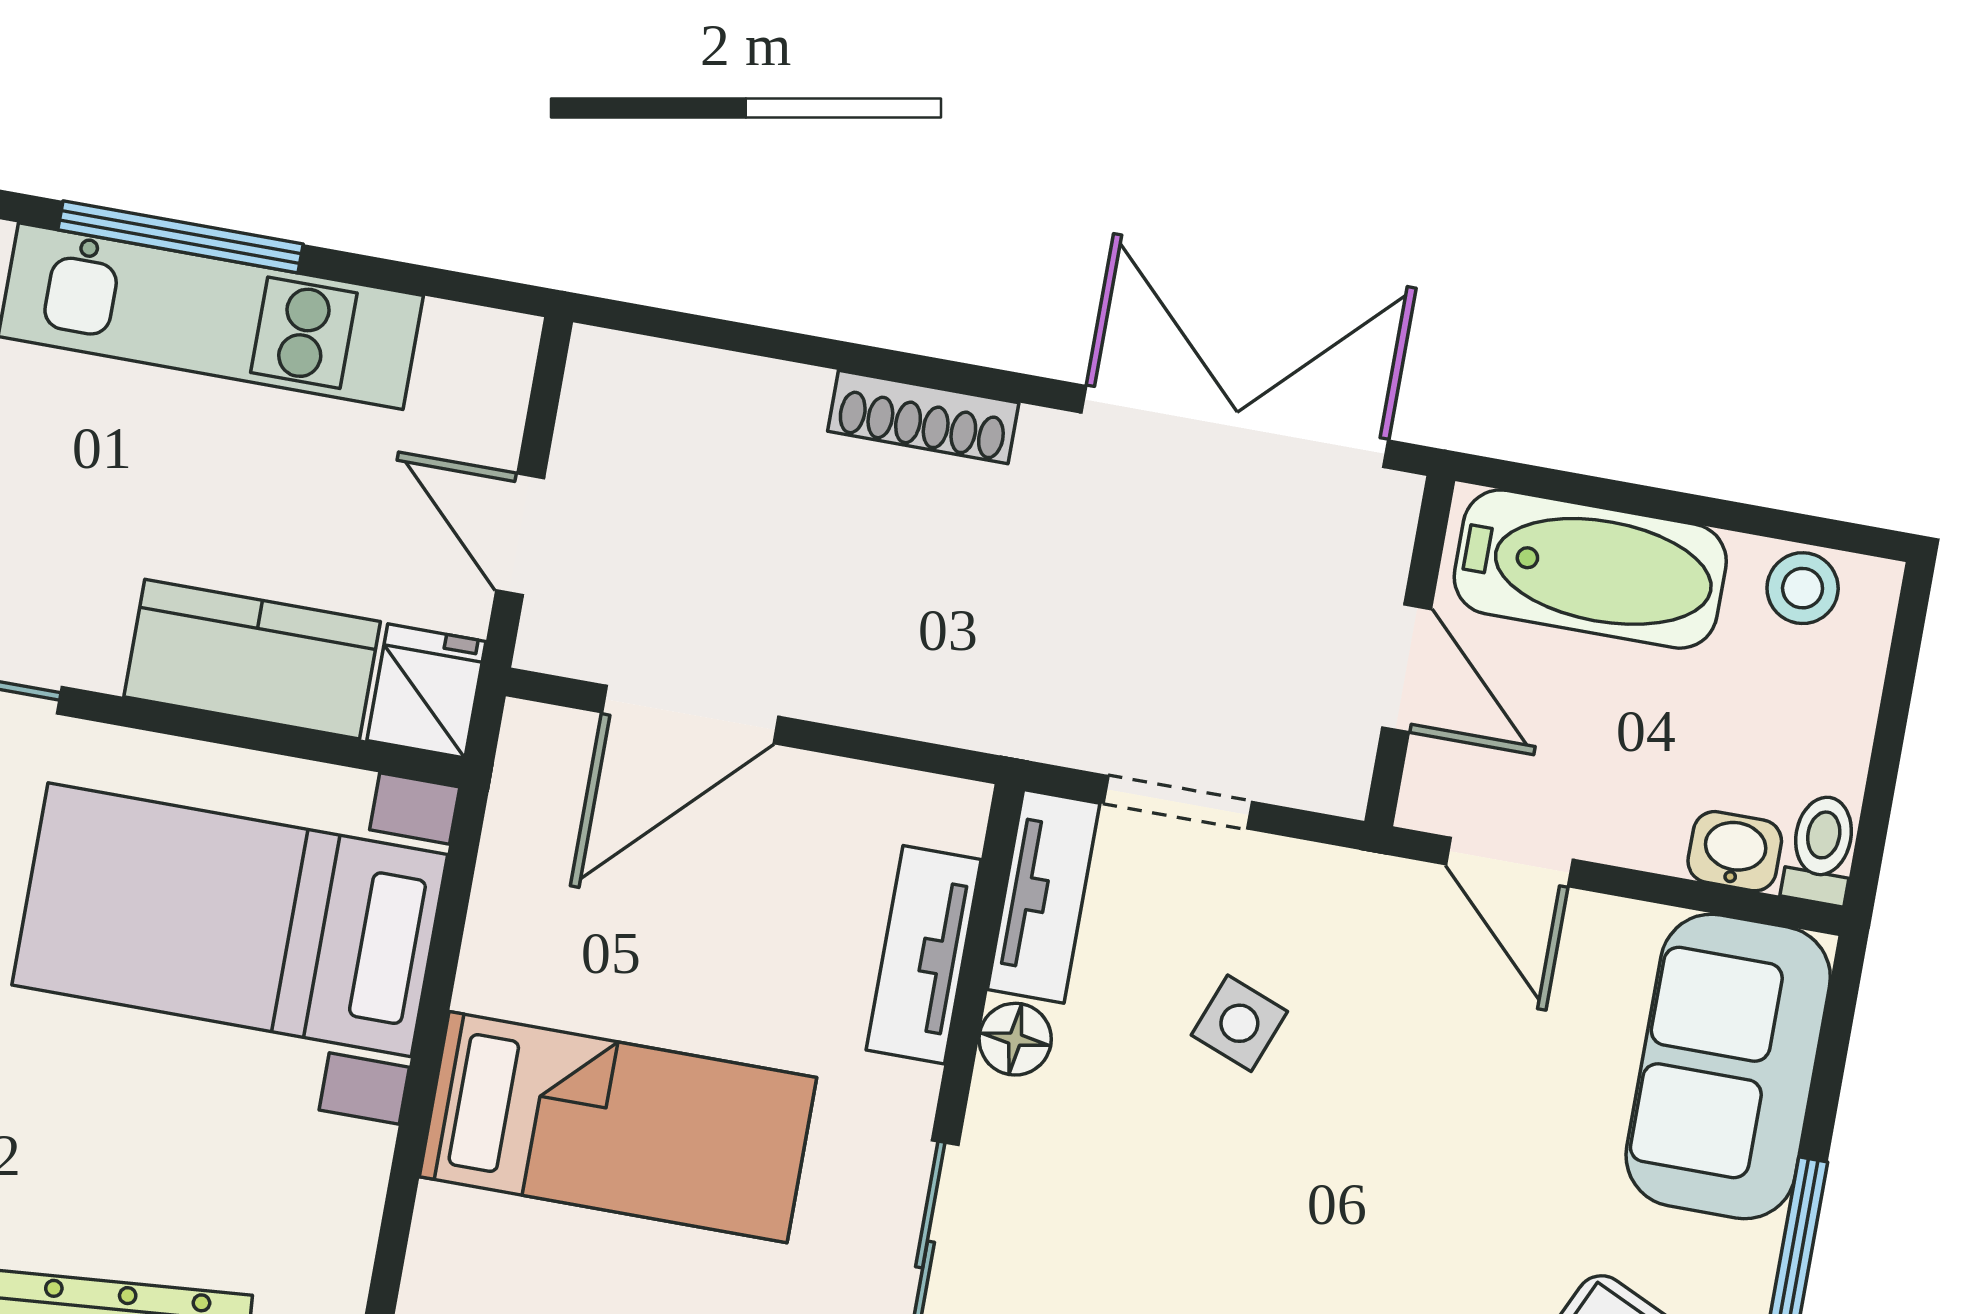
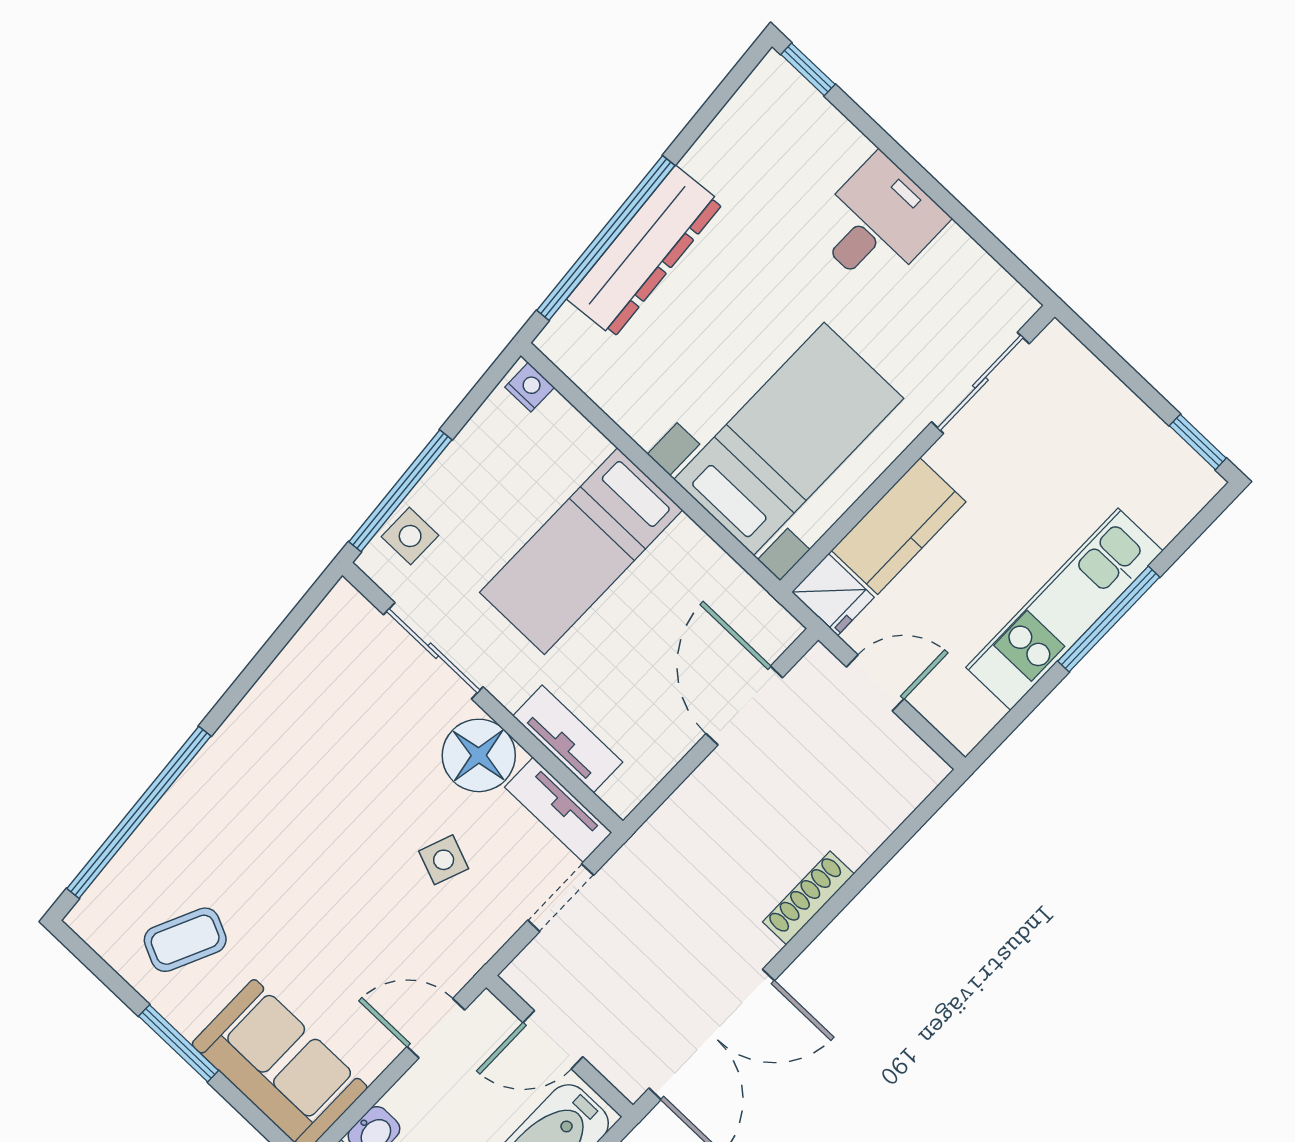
floor lamp: (1015, 1039) -> (479, 755), width x1.89, depth x1.89

